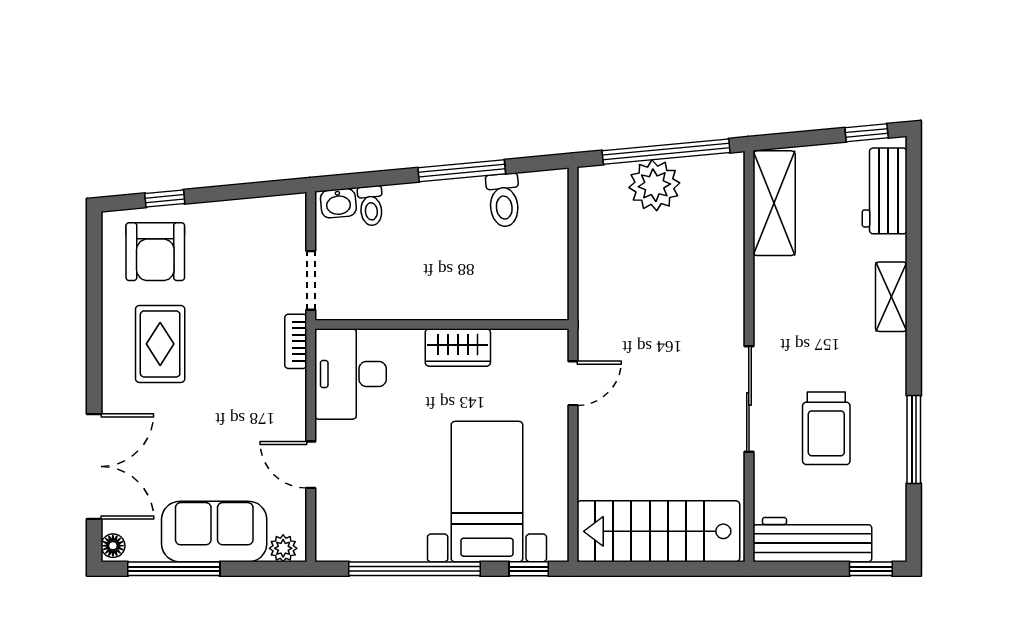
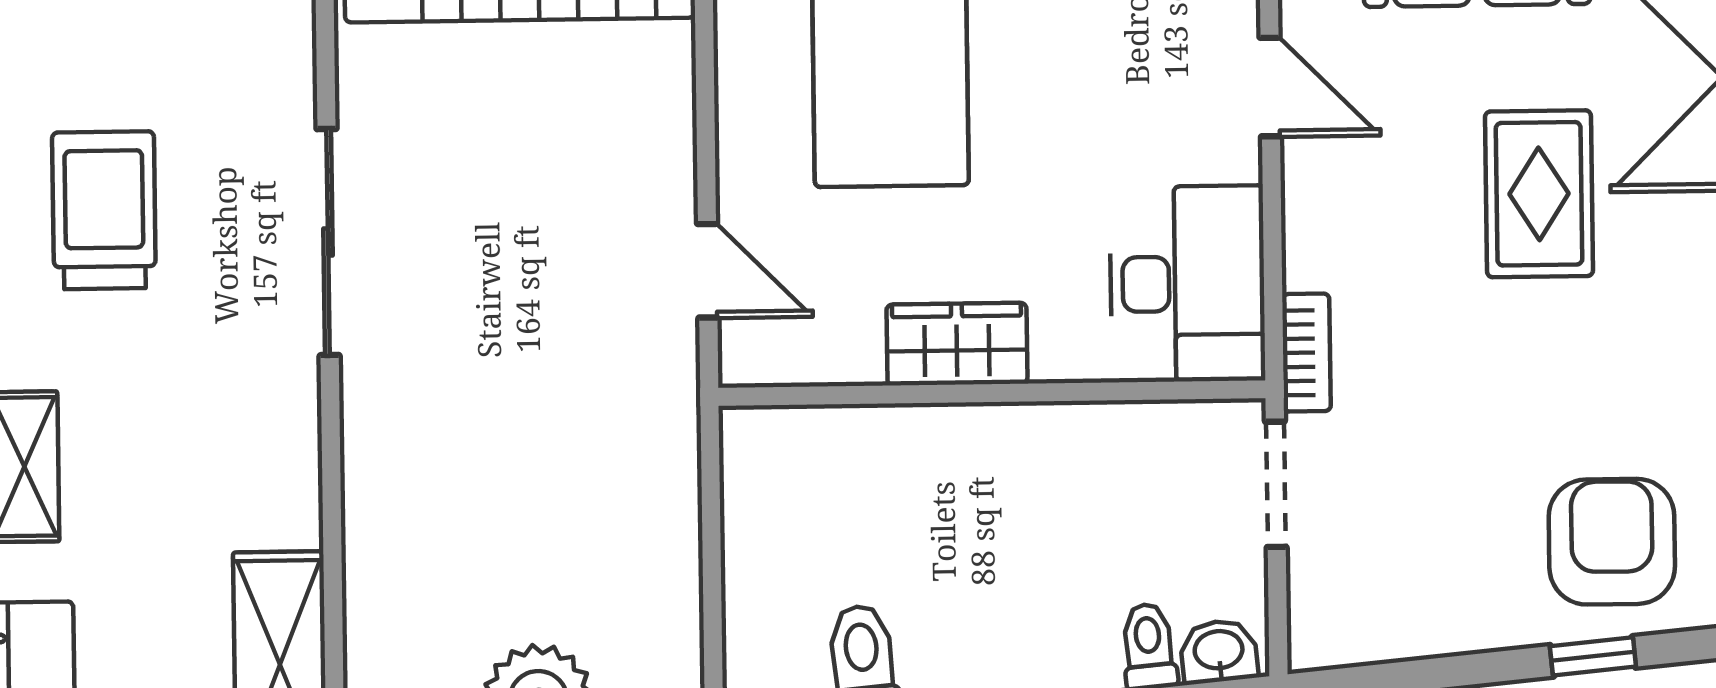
rug: (160, 344) -> (1539, 194), moved
door: (573, 383) -> (708, 271), swing flipped
trolley: (826, 428) -> (104, 210), moved

